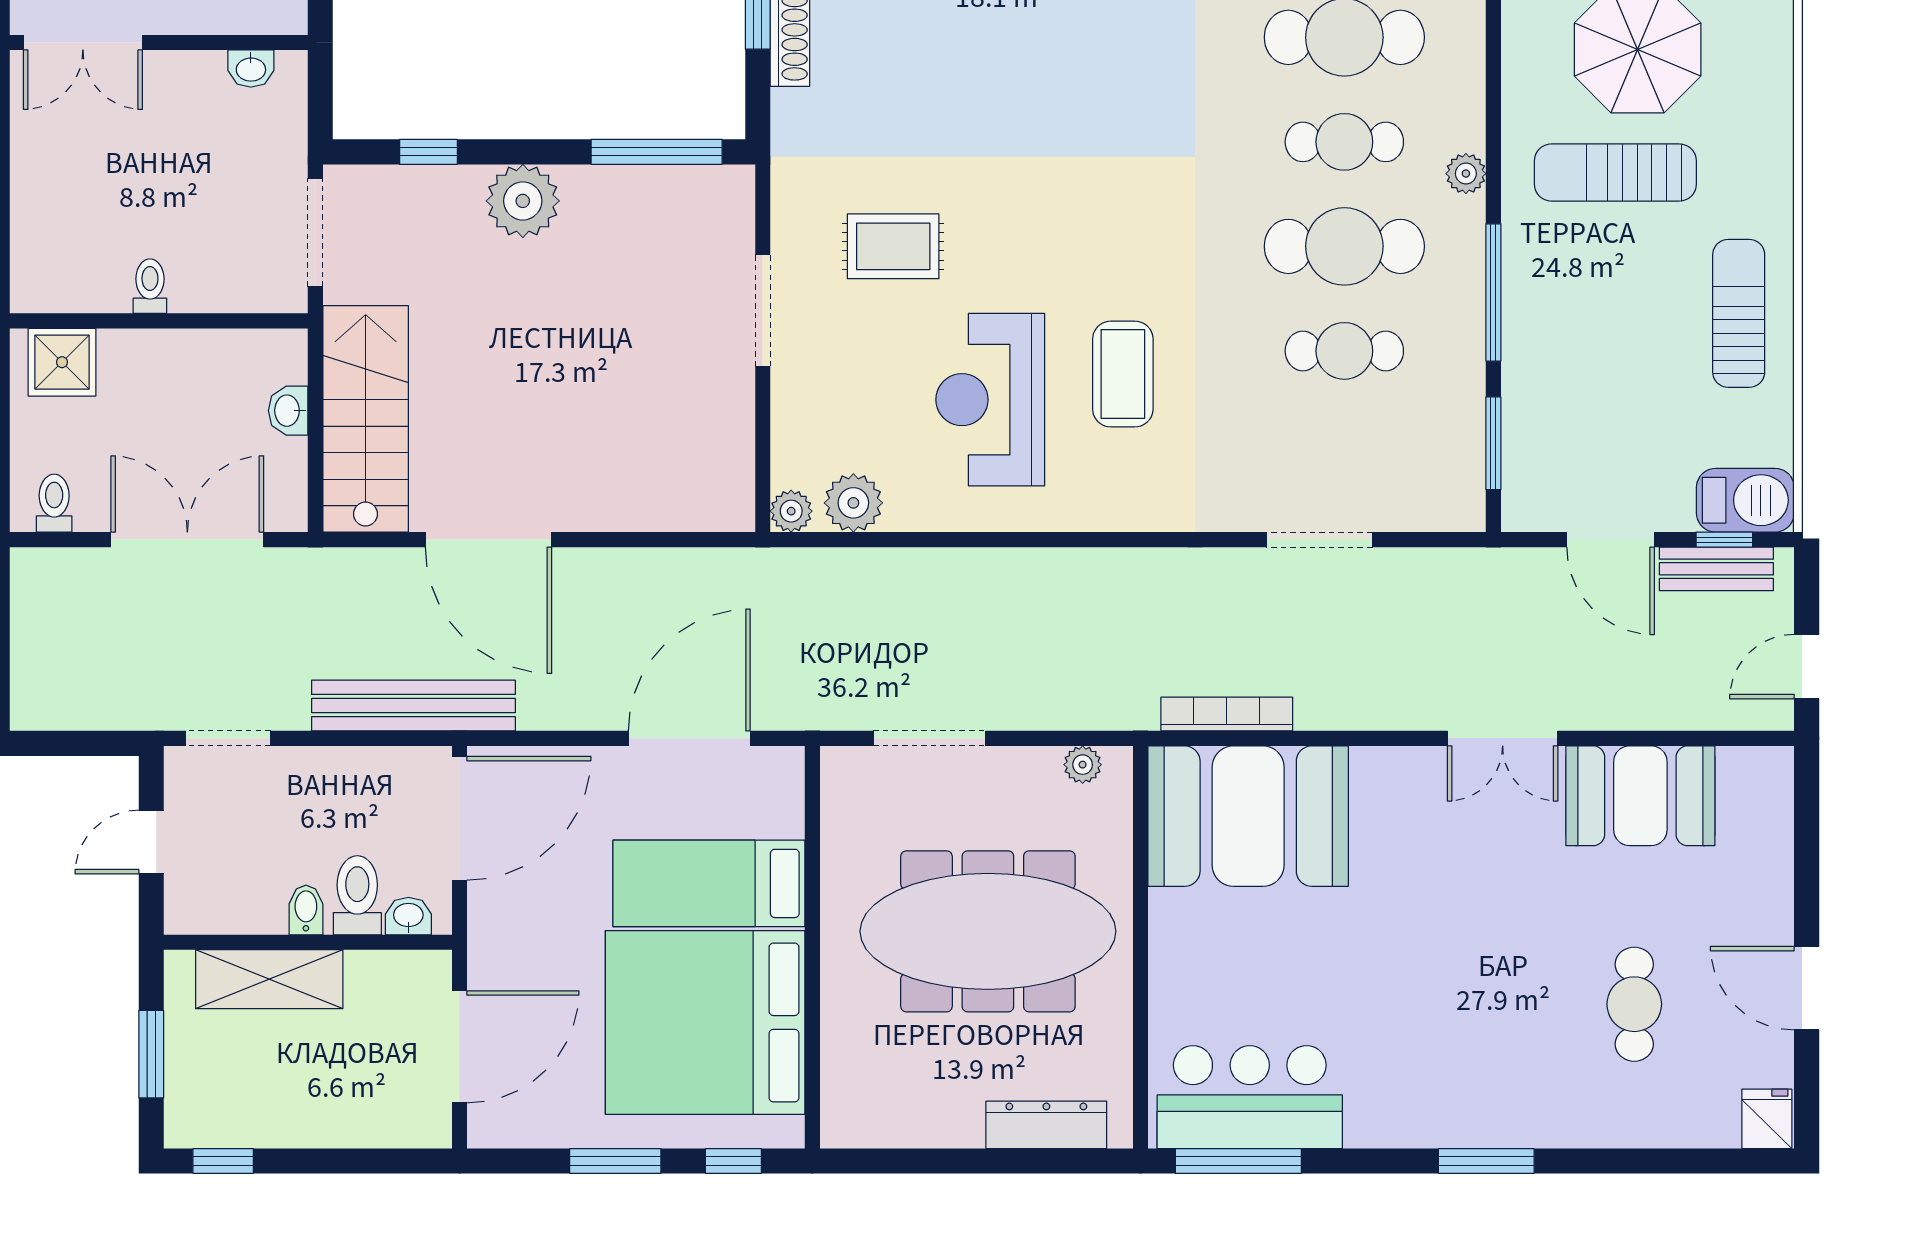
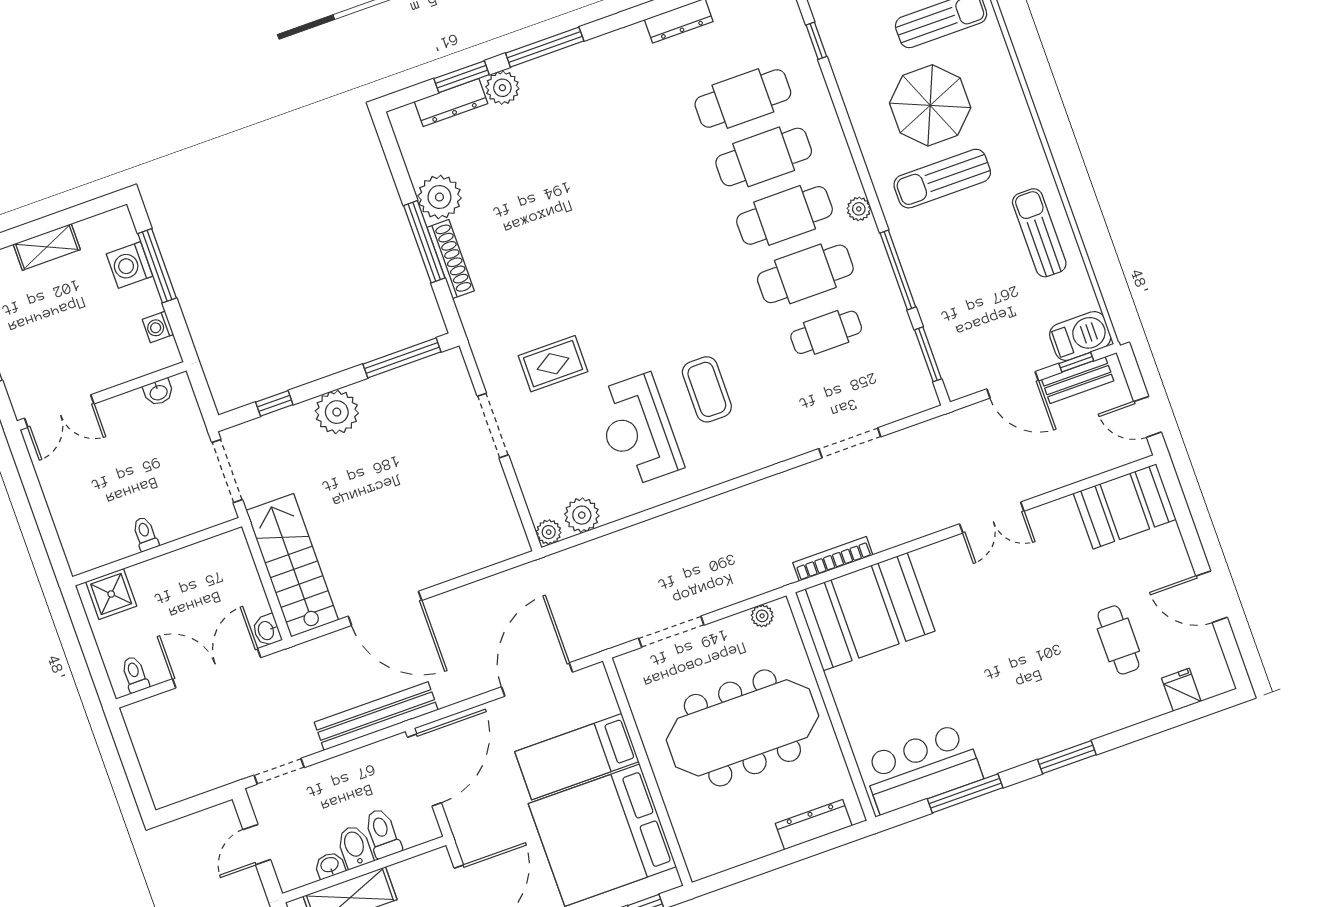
cafe table: (1344, 142) -> (785, 215), width x1.37, depth x1.35
washbasin: (288, 411) -> (267, 630), moved
door: (1807, 667) -> (1148, 417), hinge flipped
booth: (1640, 796) -> (1125, 506), moved
bidet: (306, 910) -> (355, 847), width x1.38, depth x1.36
washbasin: (408, 916) -> (330, 865), moved
fridge: (1767, 1119) -> (1181, 690), moved
window: (1238, 1161) -> (965, 793), moved

